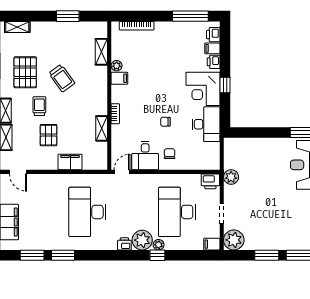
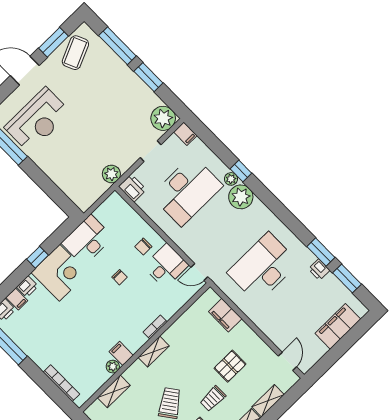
shelving: (102, 128) -> (154, 352), moved
filing cabinet: (70, 162) -> (225, 315), moved
desk: (87, 212) -> (263, 268), turned 180
printer: (124, 244) -> (319, 270), moved

